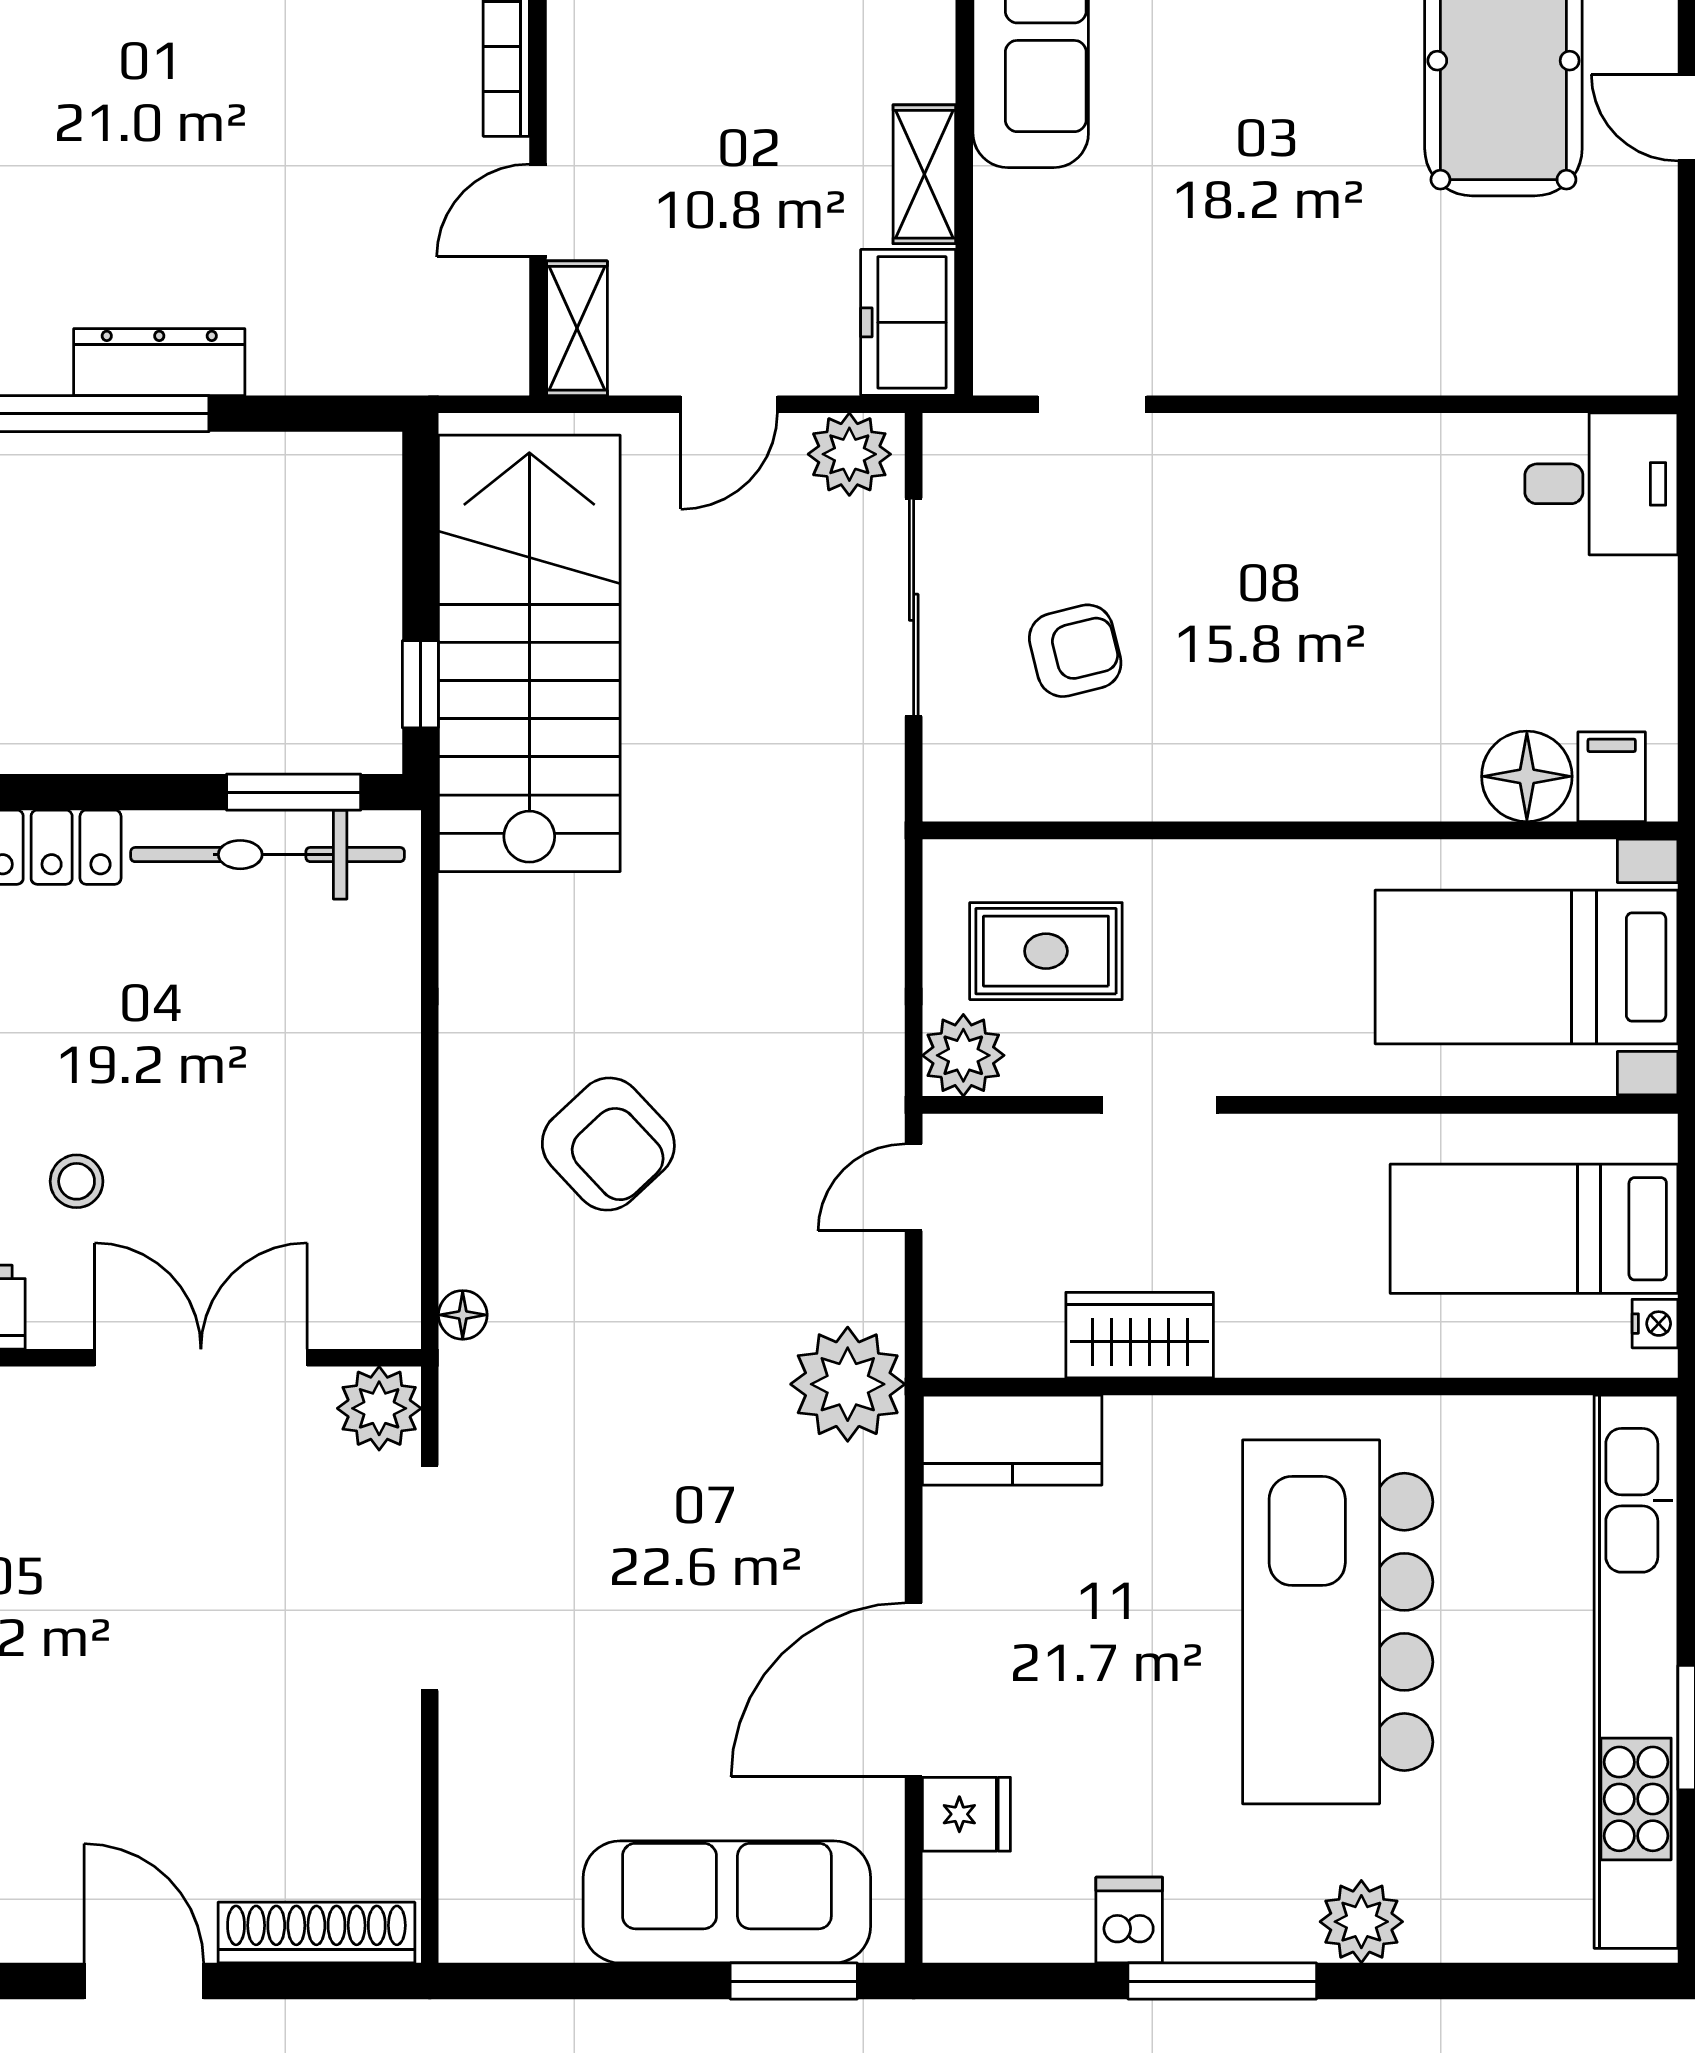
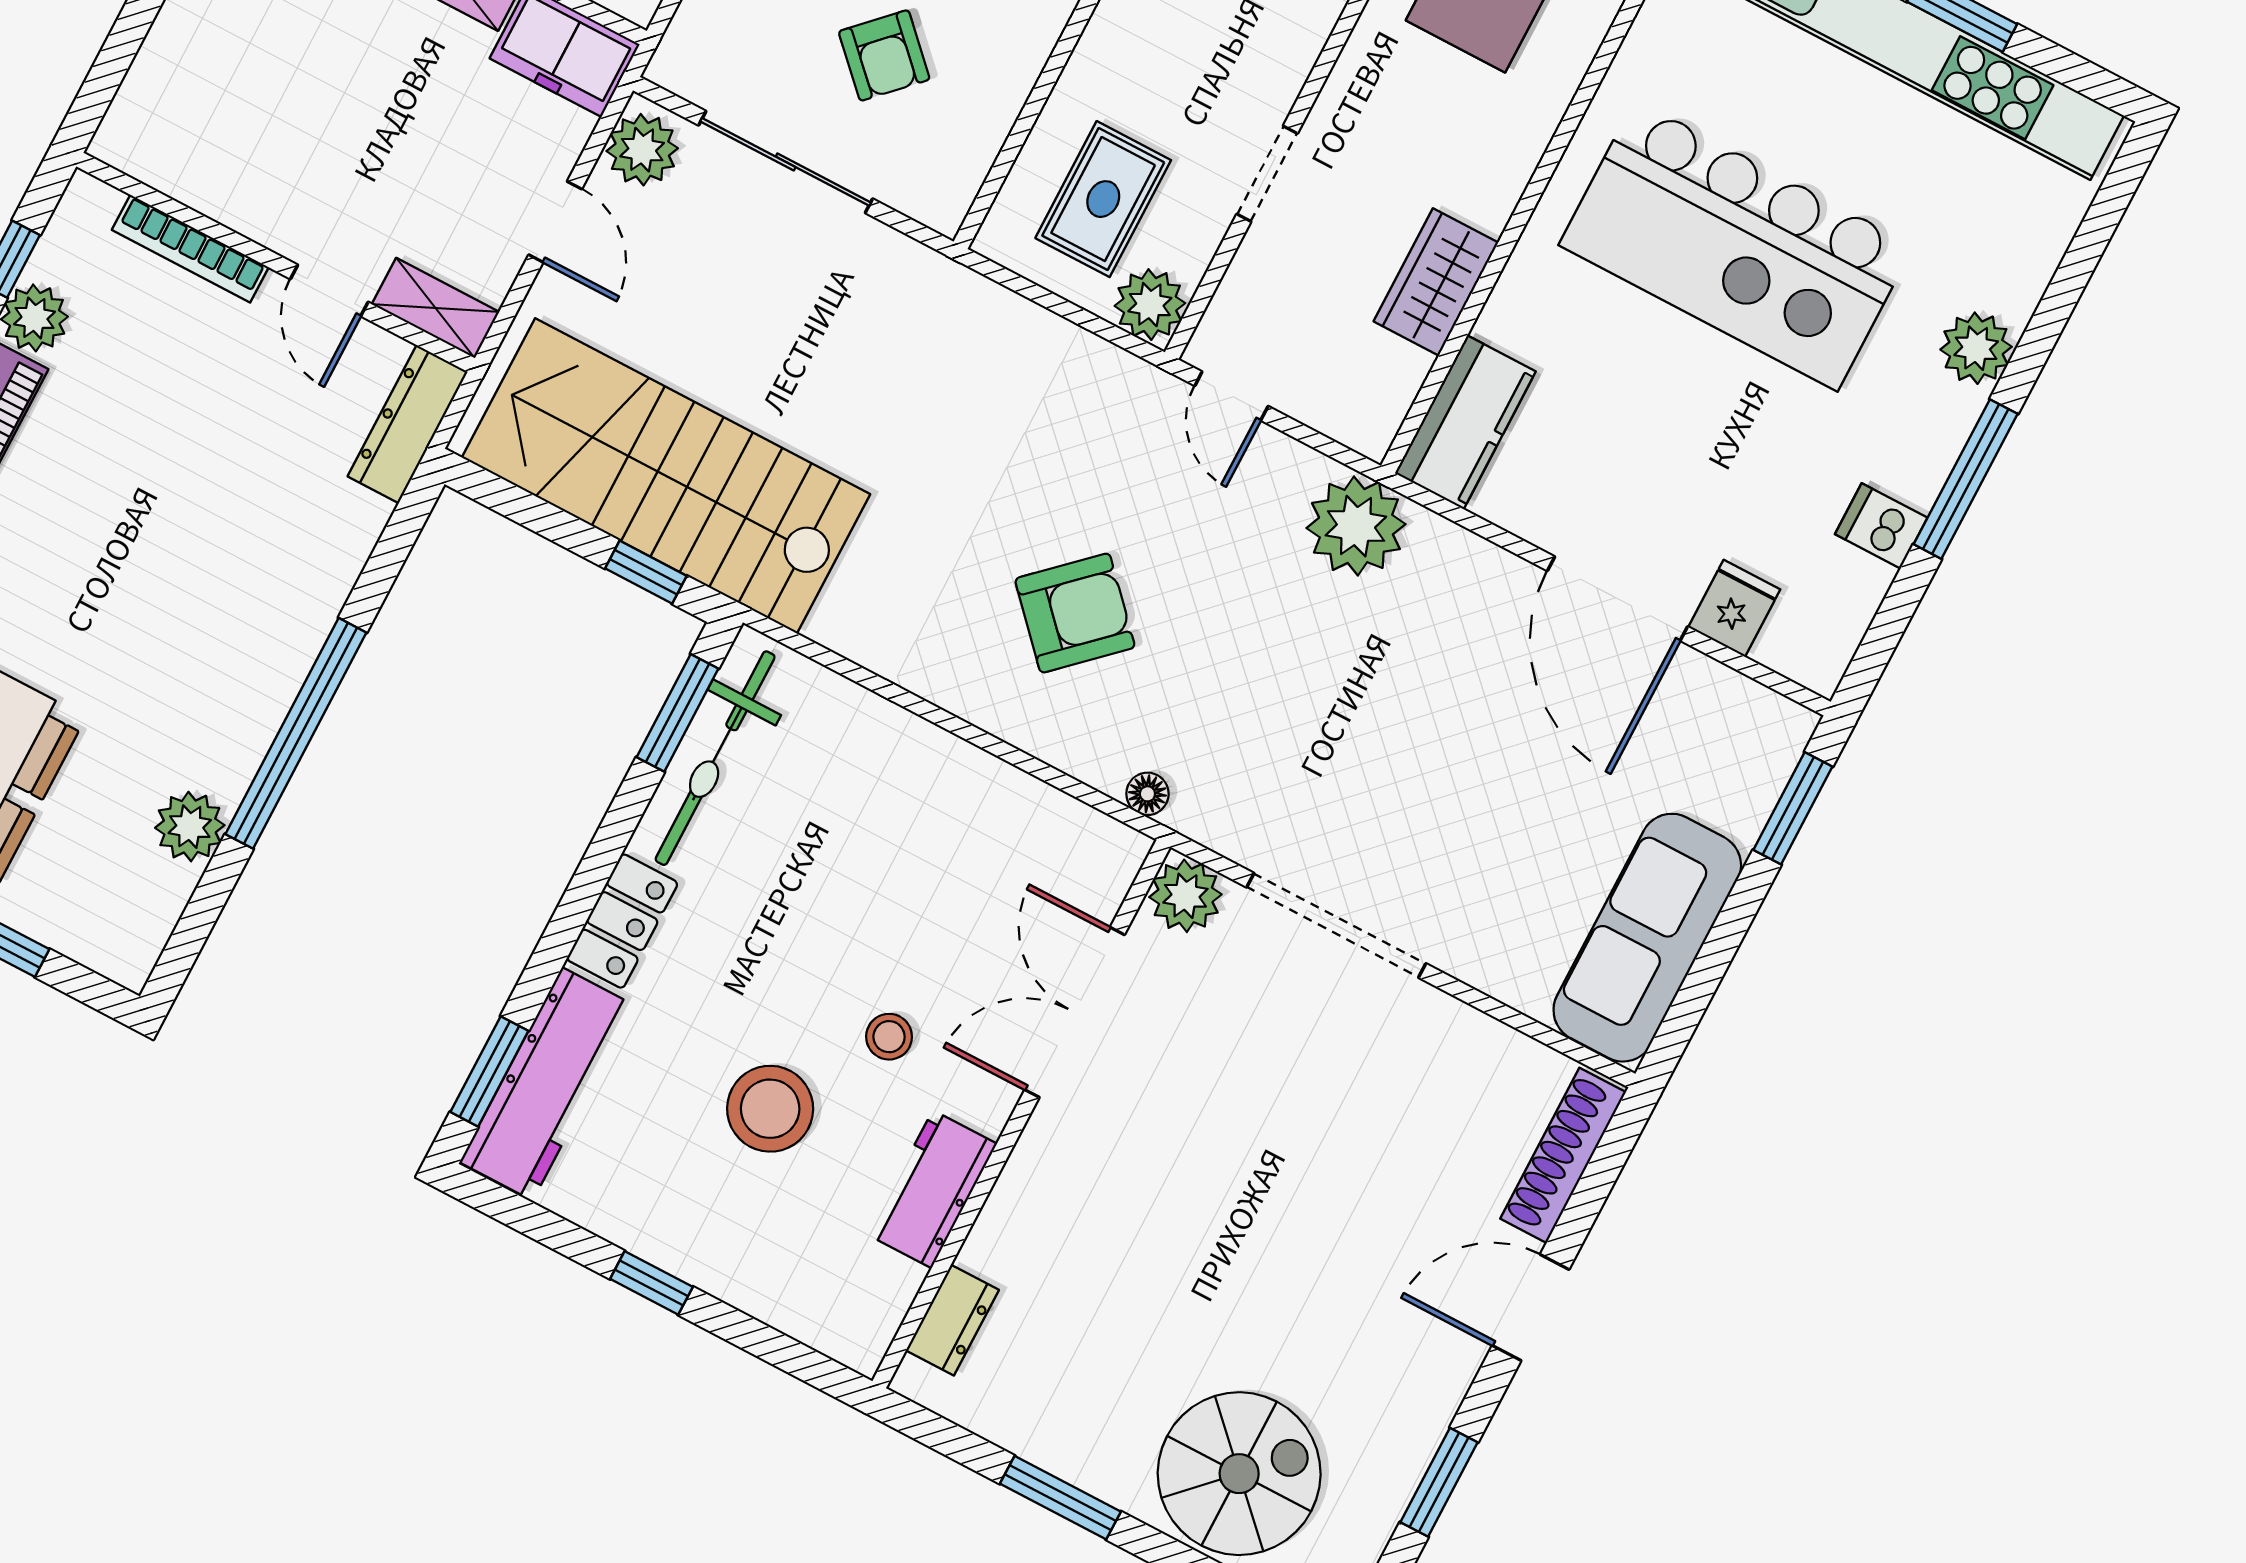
dresser: (159, 362) -> (408, 424), moved
armchair: (1075, 651) -> (884, 55), turned 149
sofa: (727, 1902) -> (1647, 938), moved

